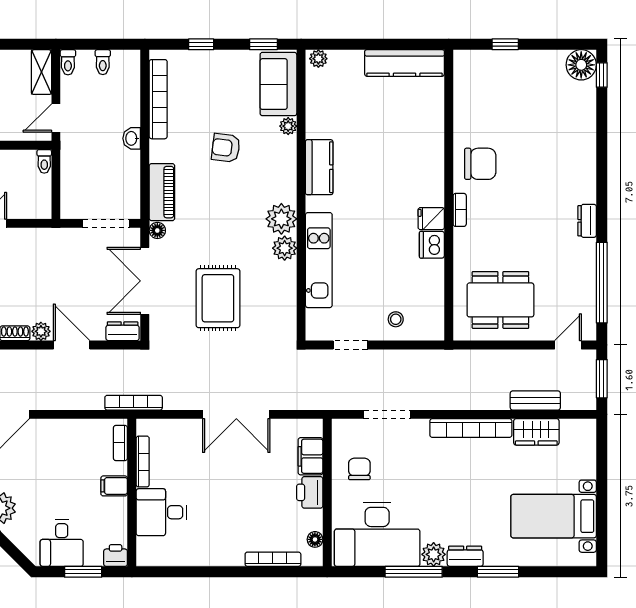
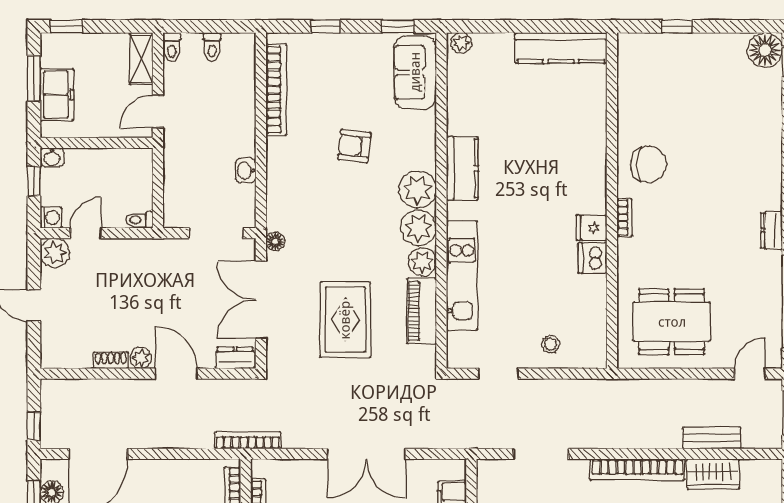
plant: (288, 126) -> (418, 189), moved, width x1.87, depth x1.87
washbasin: (132, 138) -> (246, 170), moved
toilet: (44, 161) -> (139, 220), moved, turned 90
piano: (162, 192) -> (422, 311), moved, turned 180

